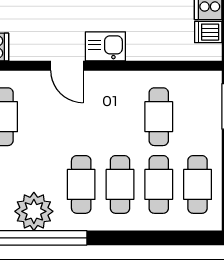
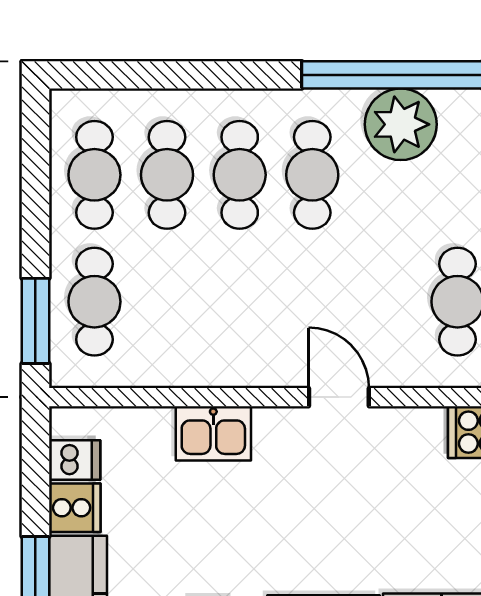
kitchen sink: (105, 46) -> (213, 433), moved
cafe table: (159, 117) -> (94, 302), moved

